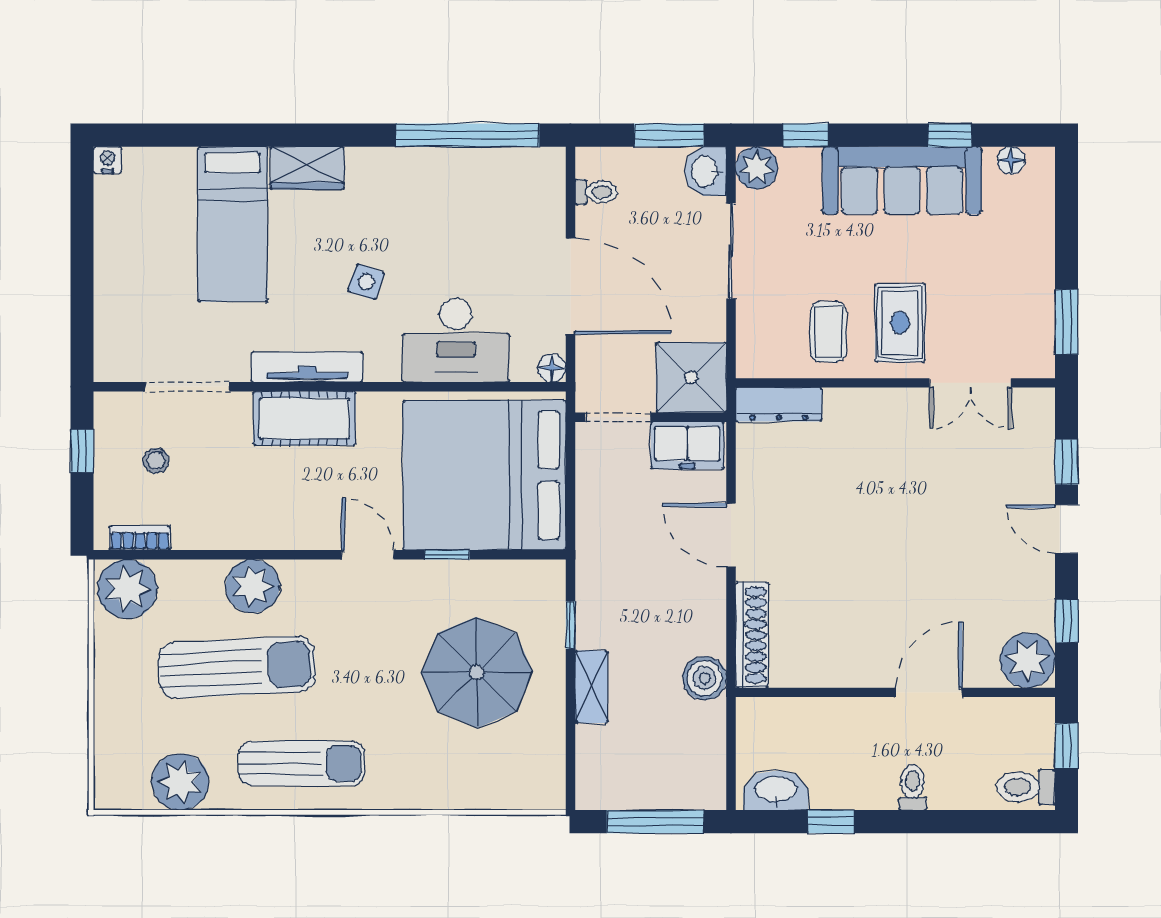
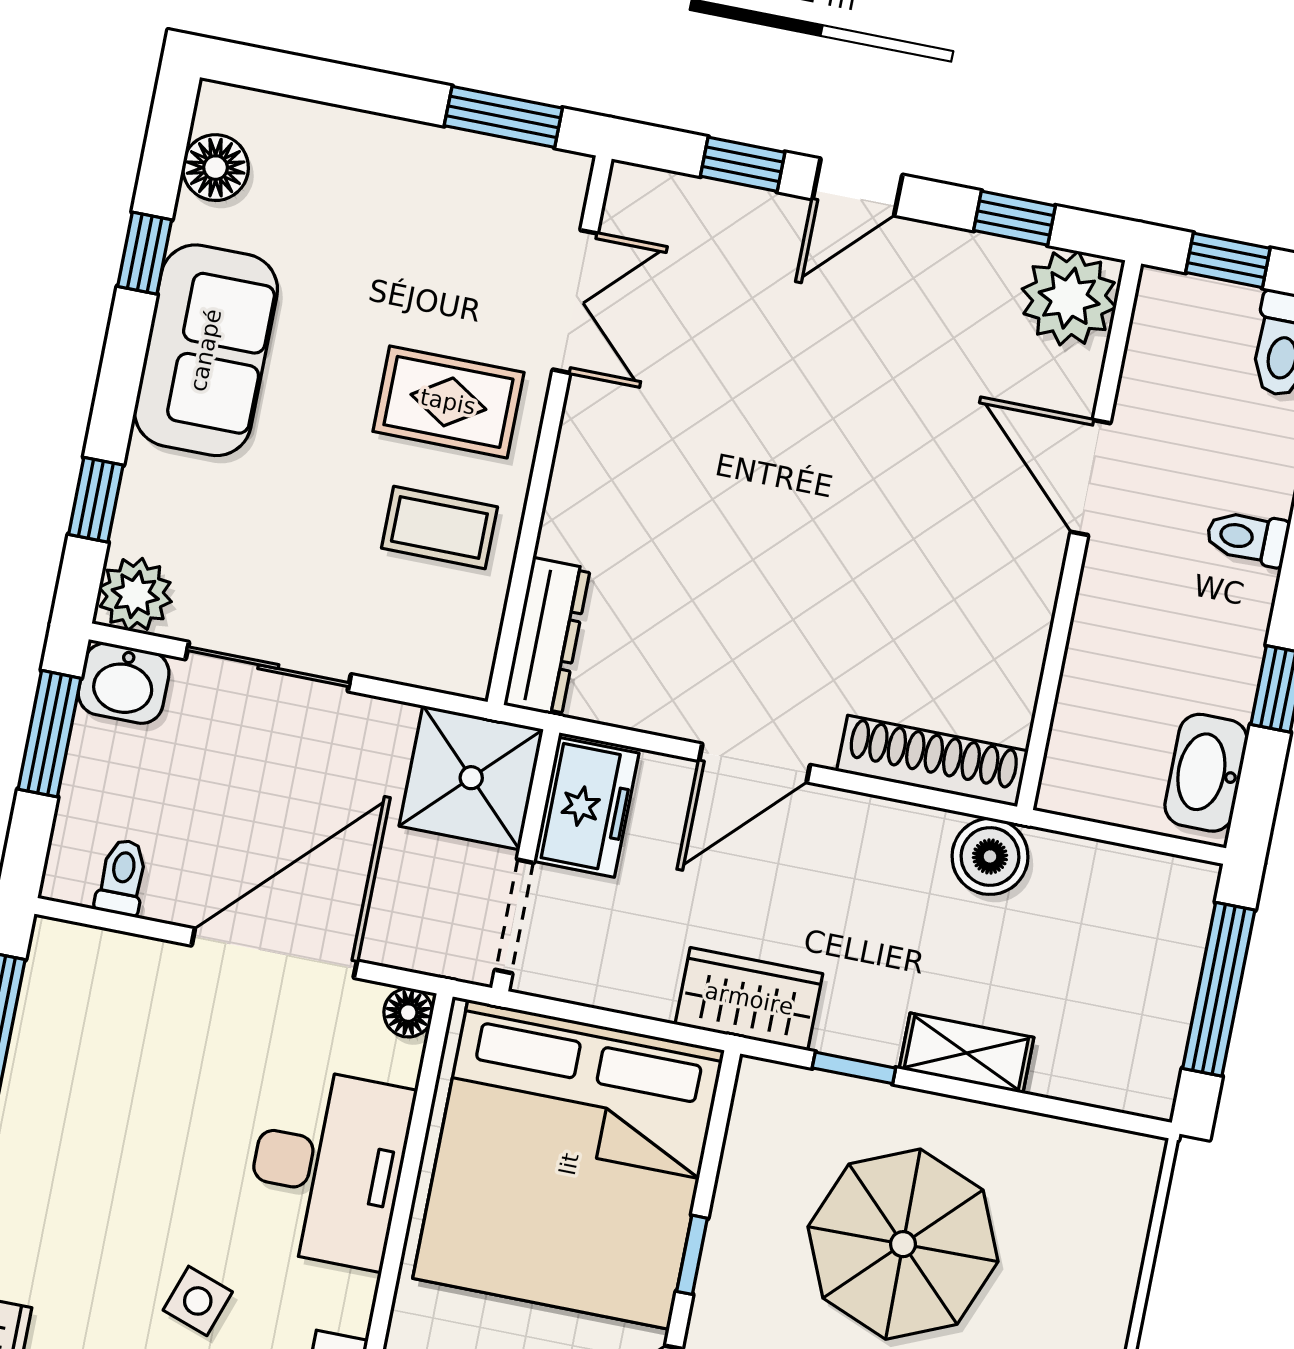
floor lamp: (1011, 160) -> (216, 168), width x1.37, depth x1.37
sofa: (902, 181) -> (206, 350), width x0.73
wardrobe: (598, 558) -> (749, 999), added

